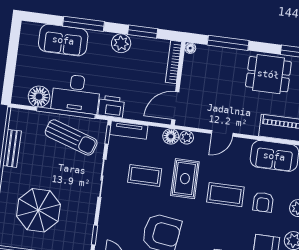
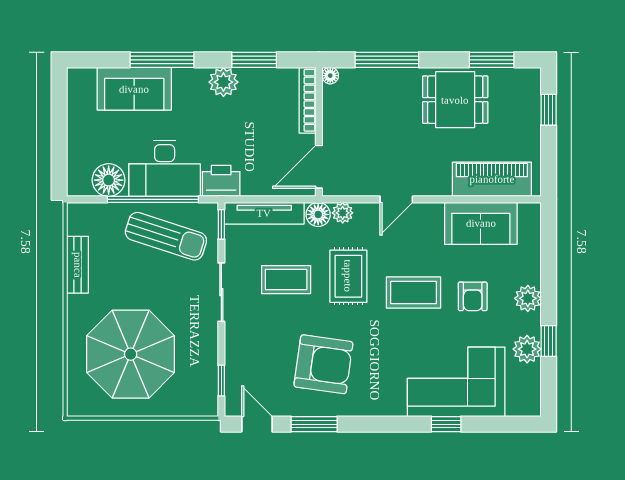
tv unit: (129, 130) -> (264, 213), width x1.41
parasol: (38, 210) -> (131, 354), width x1.36, depth x1.36

